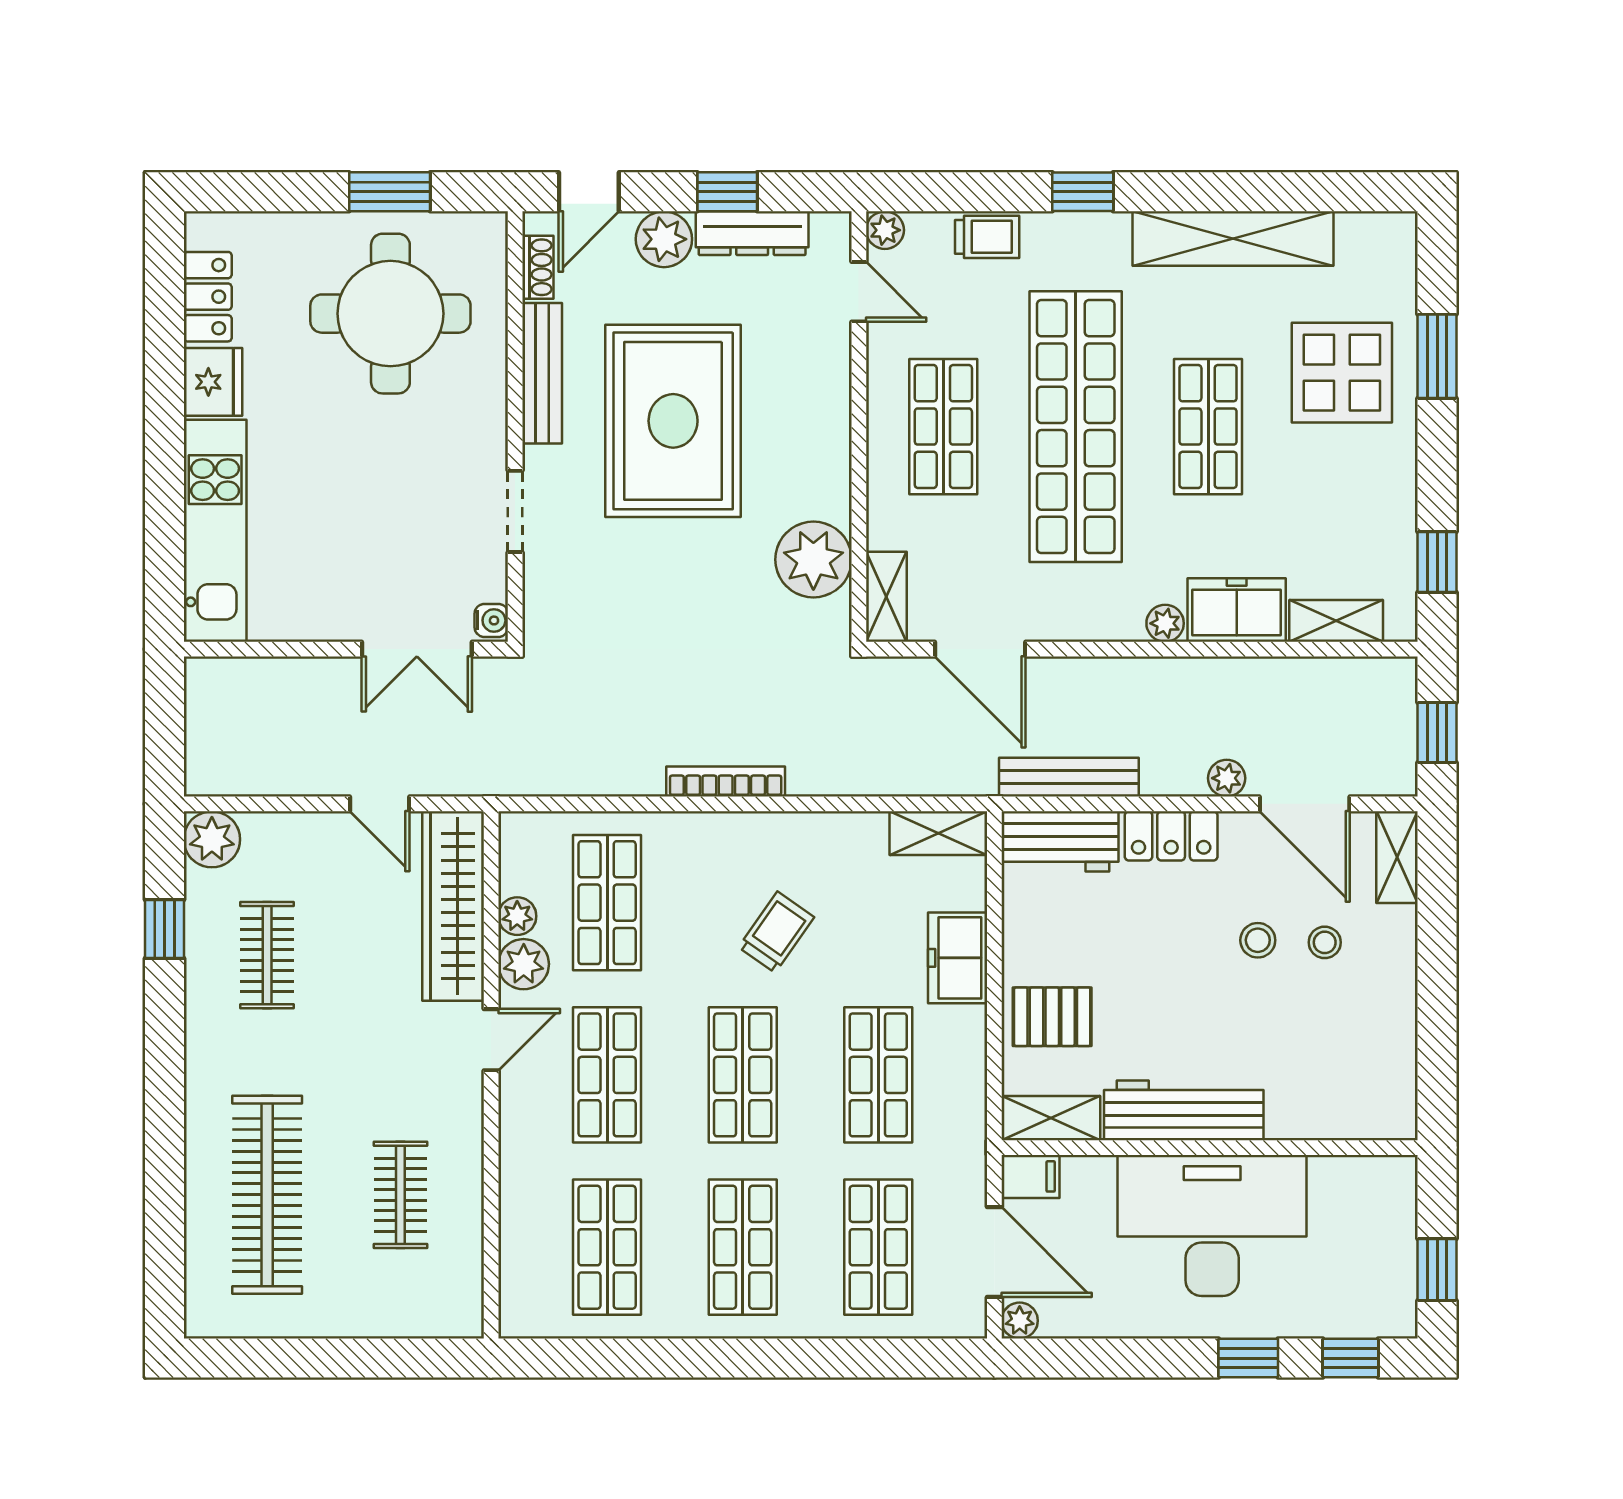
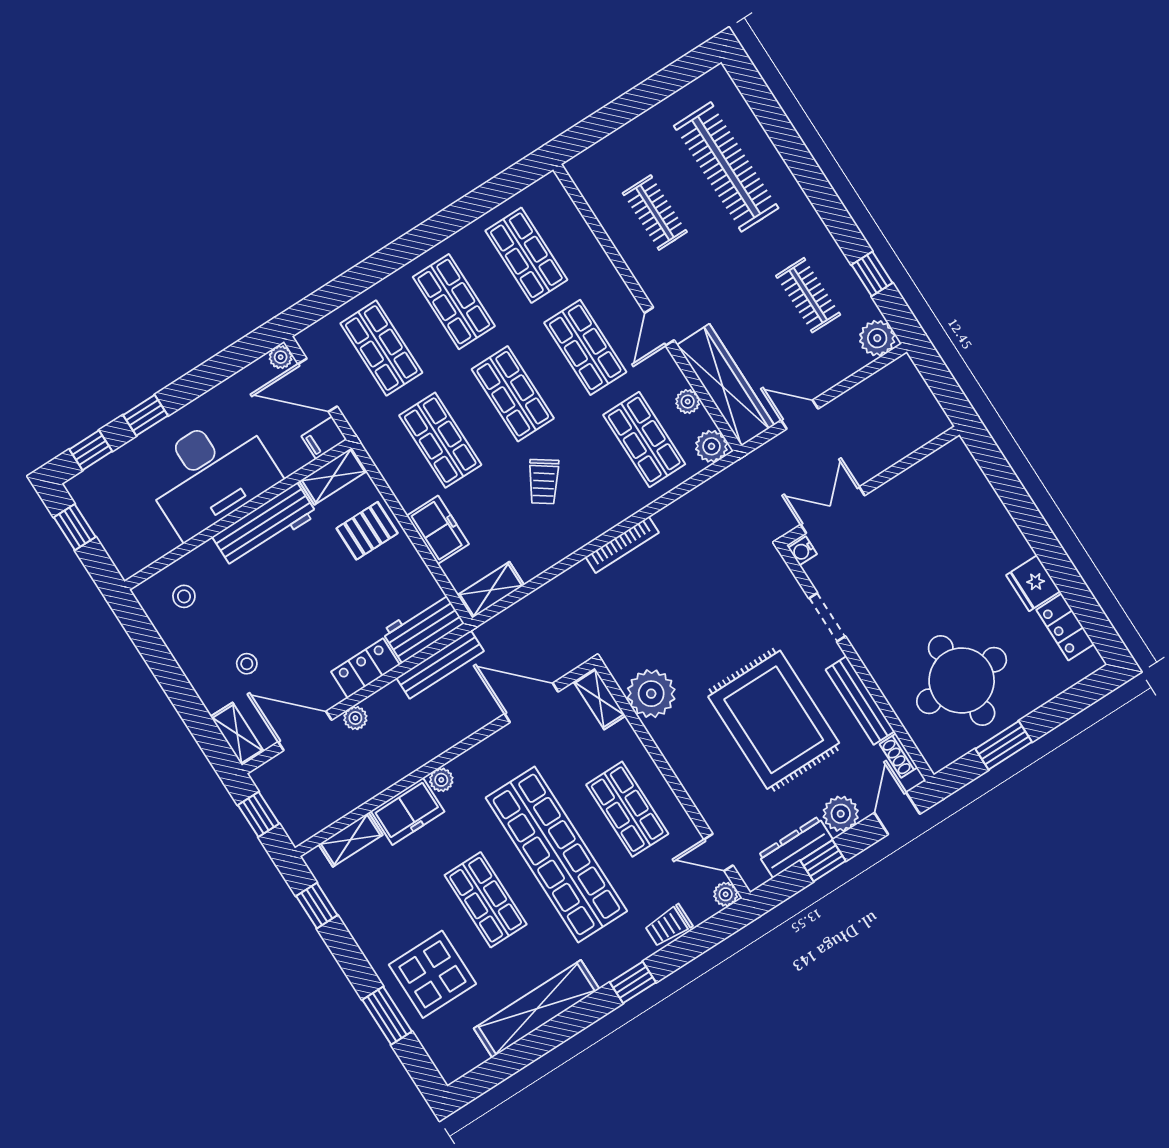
kitchen unit: (215, 531) -> (981, 504), removed
stool: (1258, 940) -> (184, 596), moved
plant: (524, 964) -> (712, 446), moved

